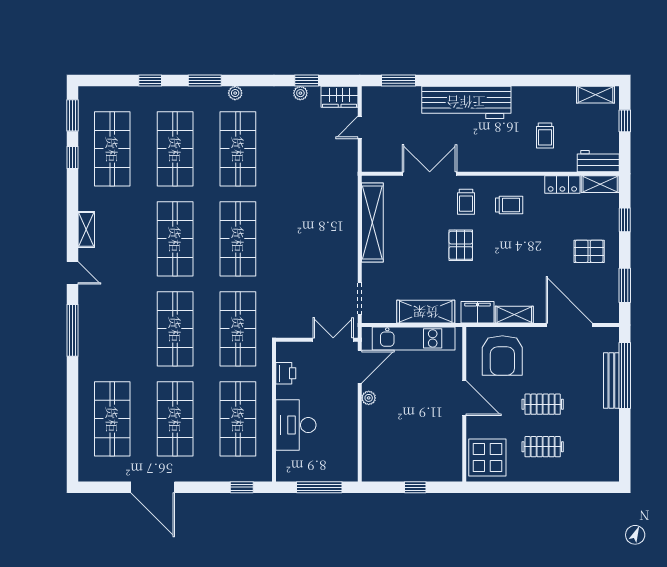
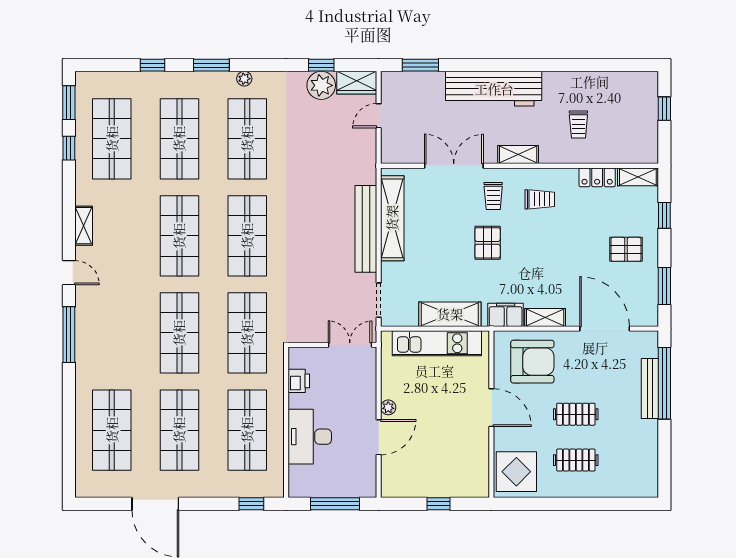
plant: (300, 93) -> (321, 85), width x1.87, depth x1.87
shelving: (596, 95) -> (518, 155), moved
workbench: (598, 161) -> (636, 152), removed
bench: (348, 232) -> (366, 229), added
armchair: (502, 355) -> (532, 362), turned -90
door: (360, 367) -> (379, 437), moved

